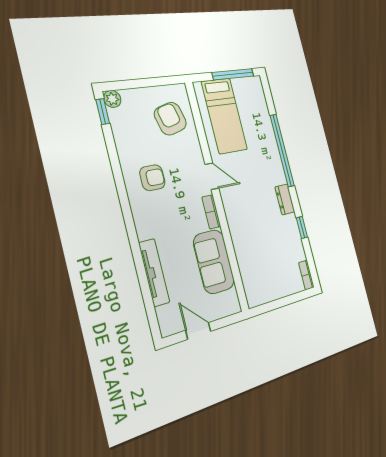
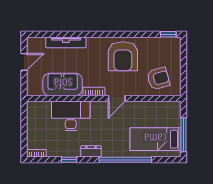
plant: (112, 99) -> (175, 42), removed
bed: (224, 116) -> (155, 139), moved
armchair: (152, 178) -> (123, 56), width x1.88, depth x1.88
desk: (251, 239) -> (71, 116), added

